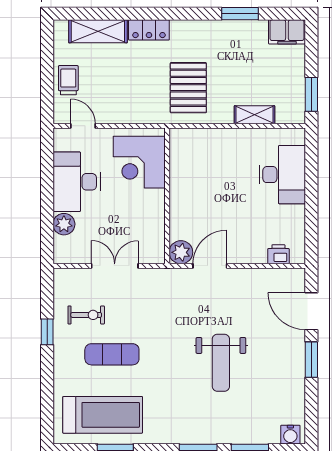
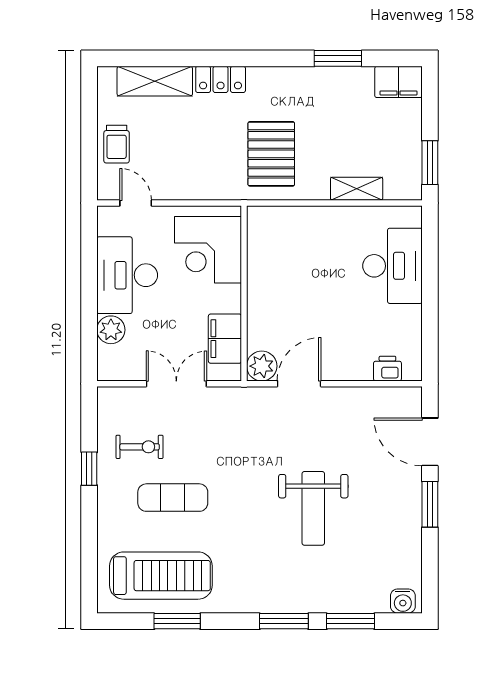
trolley: (68, 80) -> (117, 144), turned 180
filing cabinet: (152, 231) -> (225, 339), added

